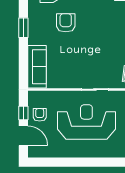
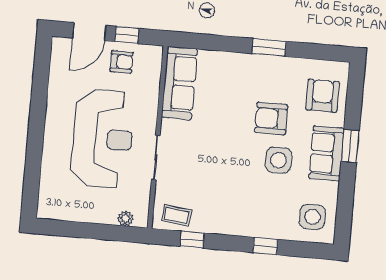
side table: (90, 16) -> (279, 160), added
armchair: (66, 23) -> (271, 119), turned 180
sofa: (37, 67) -> (179, 83), moved, turned -90

